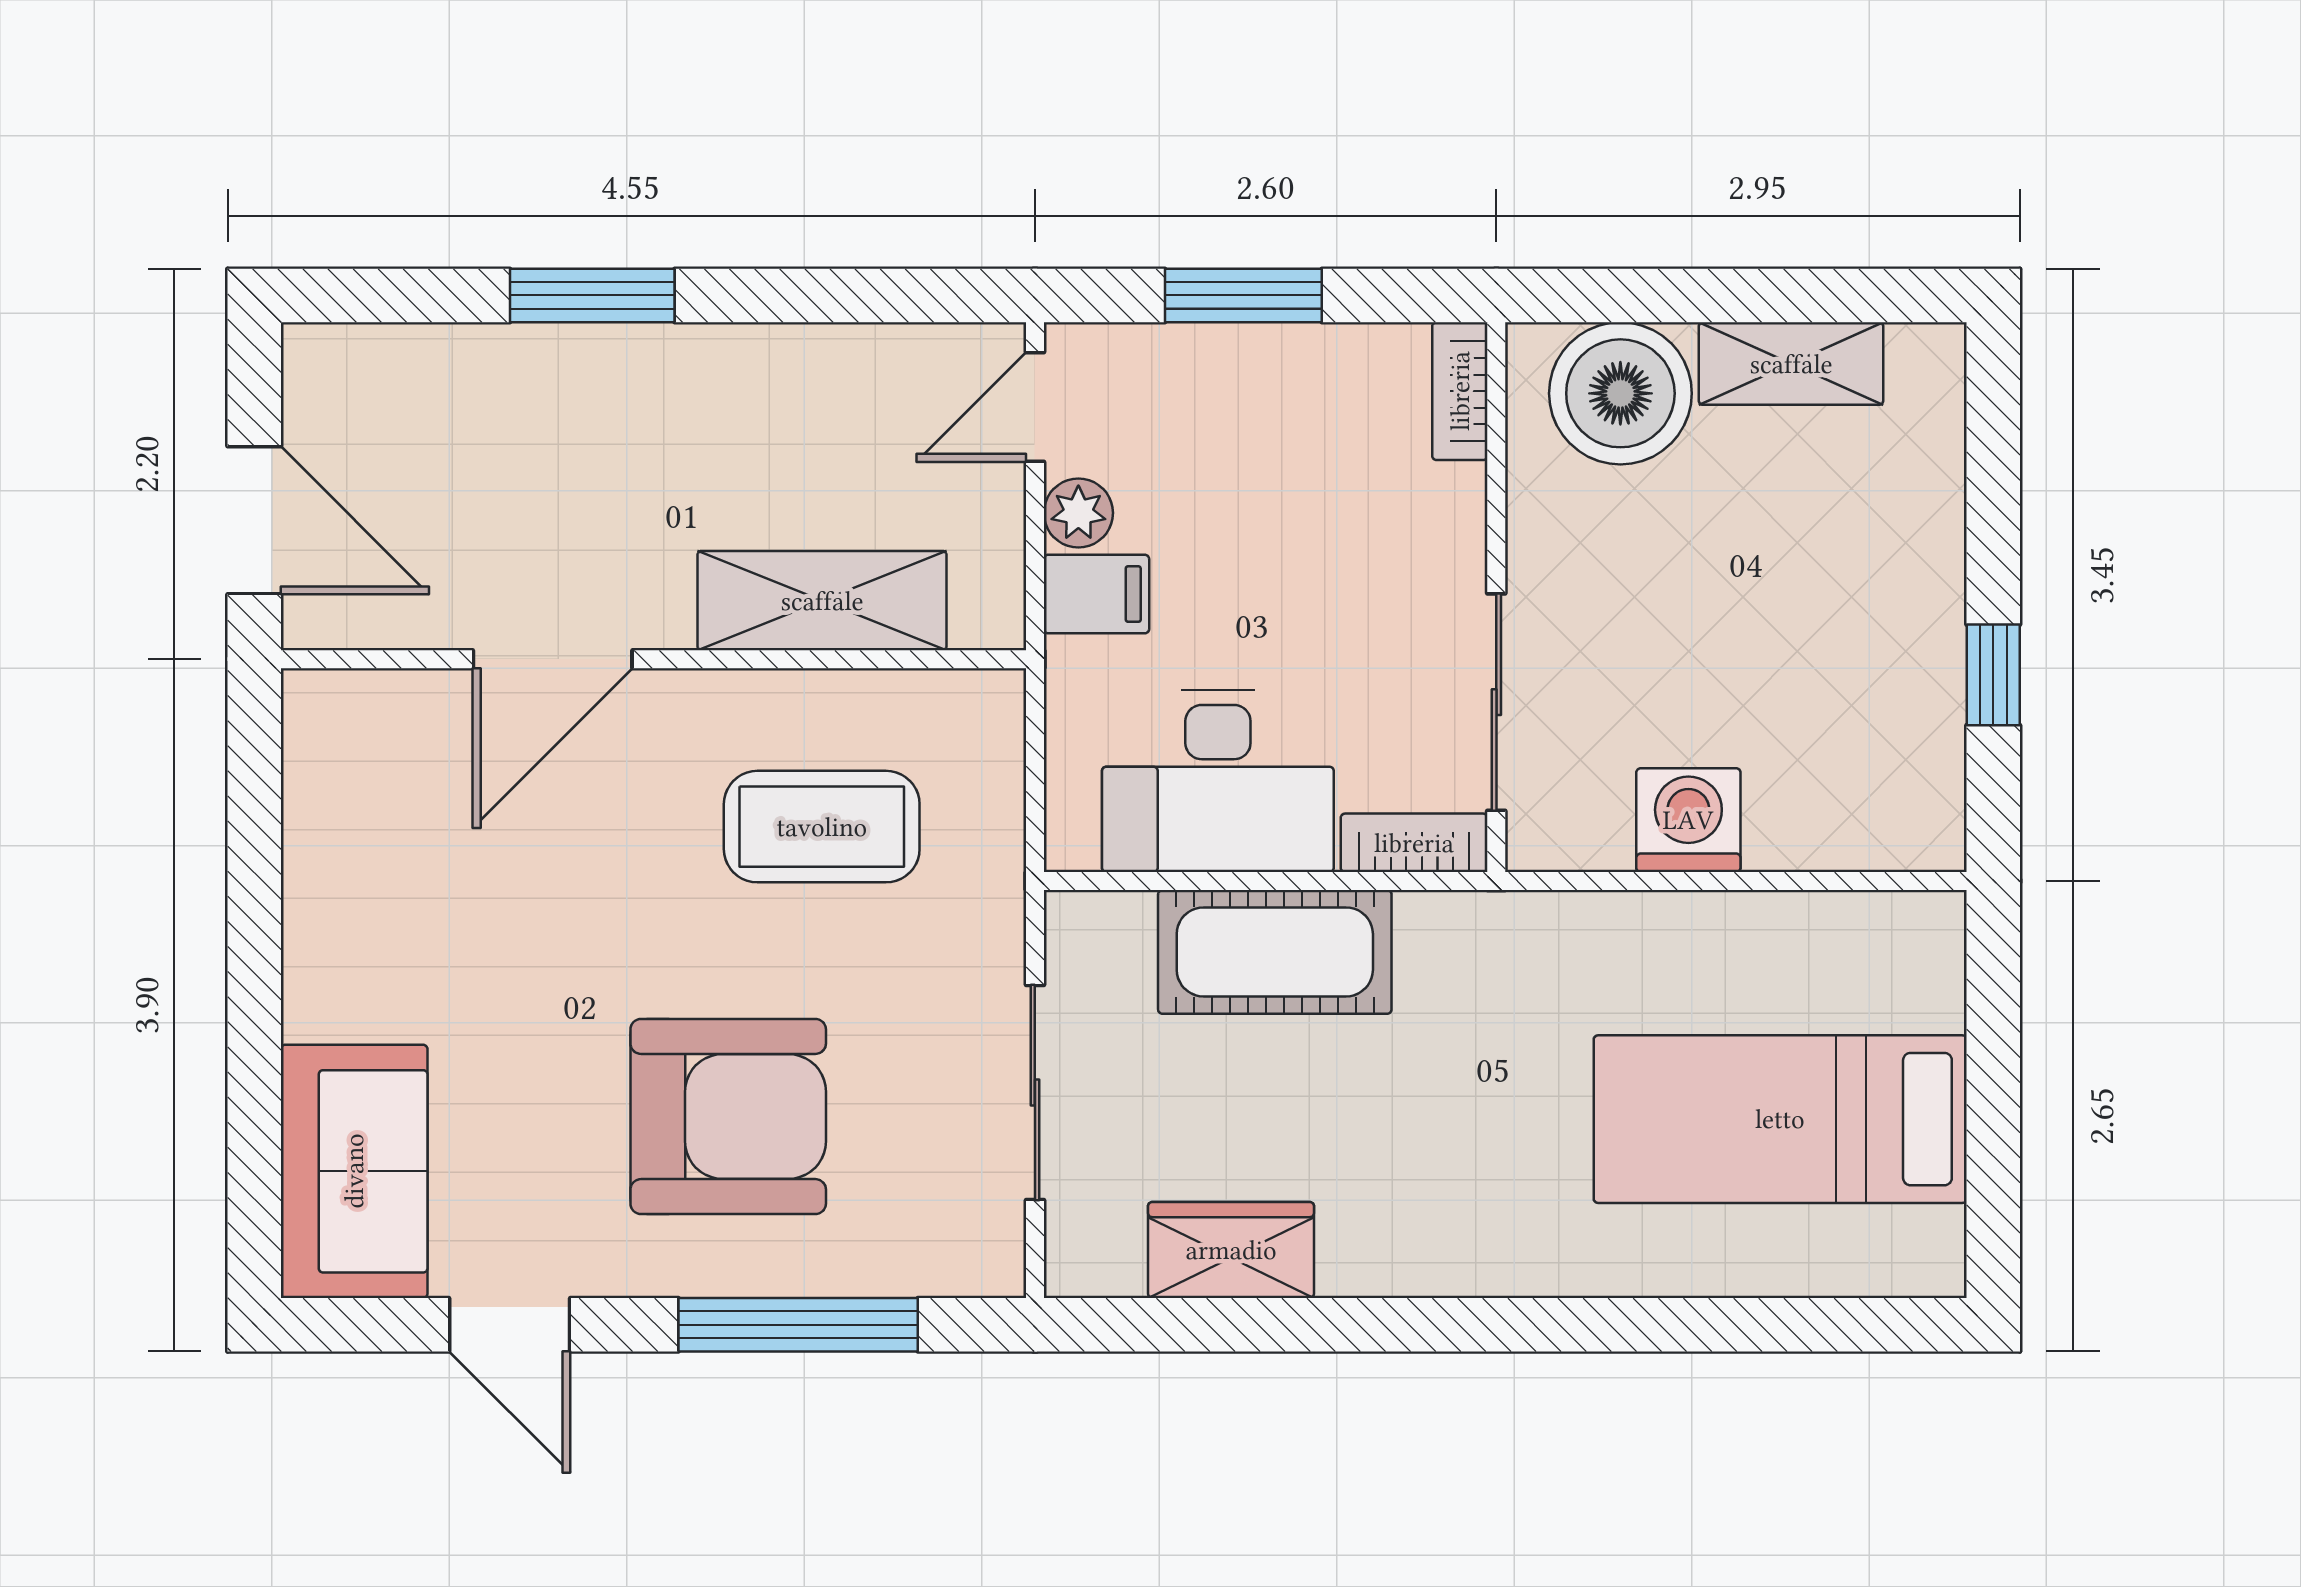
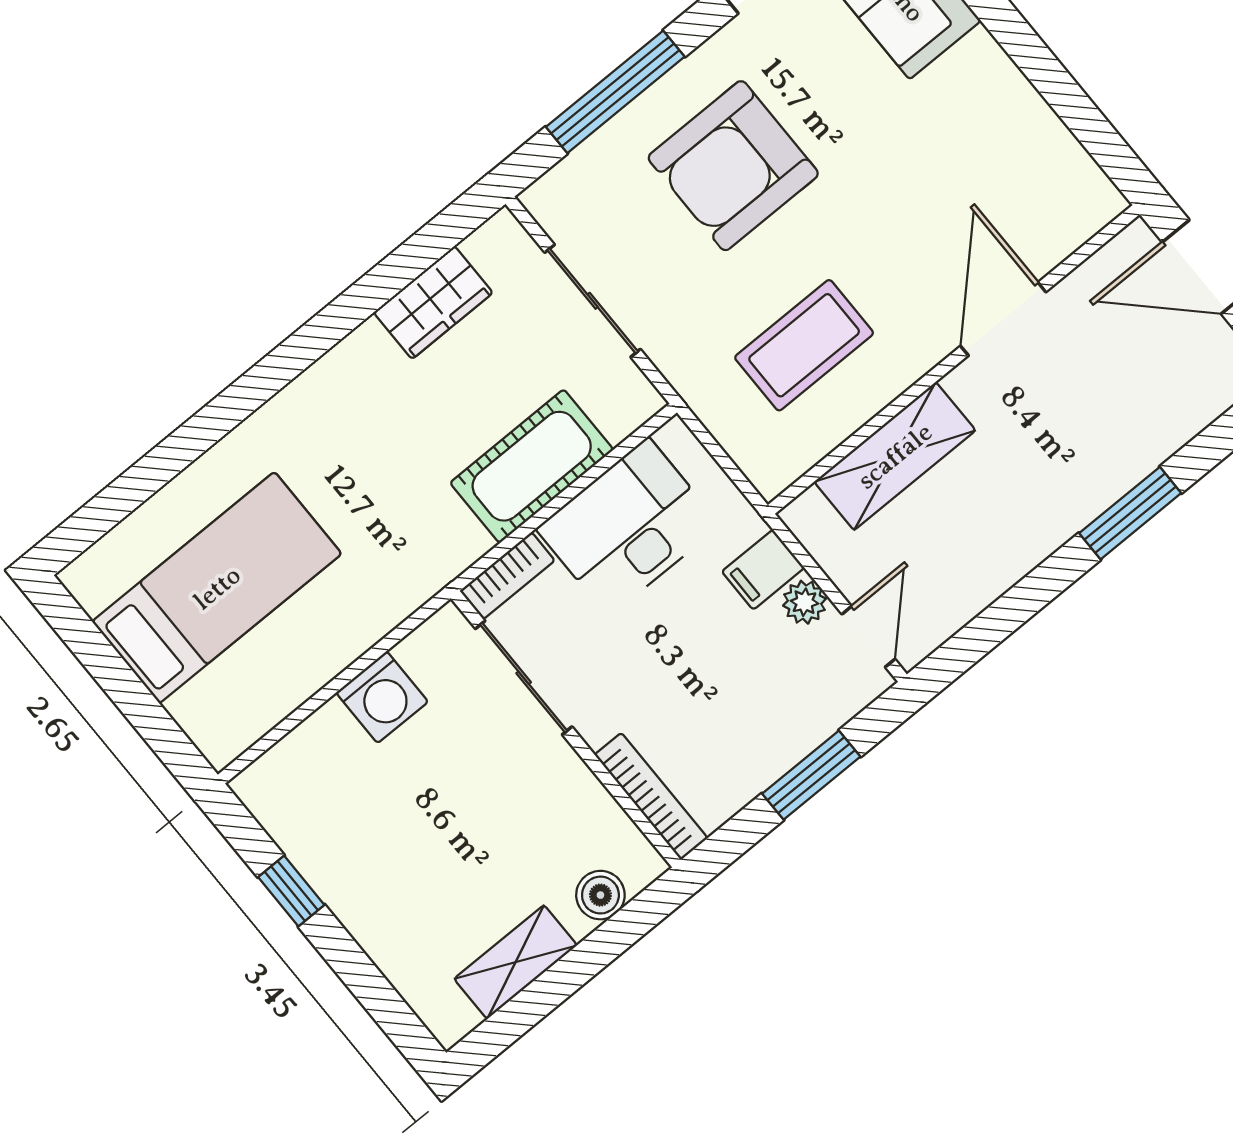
bookcase: (1460, 391) -> (651, 796), width x1.56
boiler: (1620, 393) -> (600, 895), width x0.54, depth x0.54

